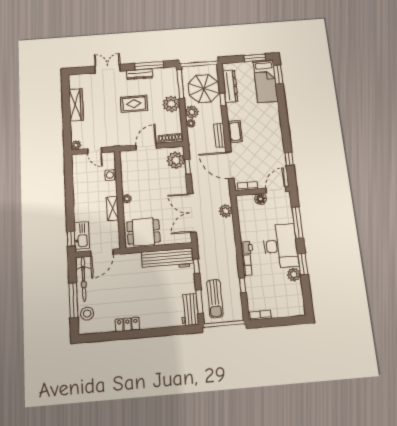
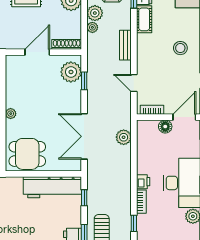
cot: (235, 131) -> (144, 19), moved
stool: (266, 134) -> (180, 48), added
door: (230, 165) -> (134, 83), width x0.53

